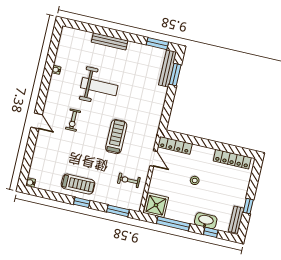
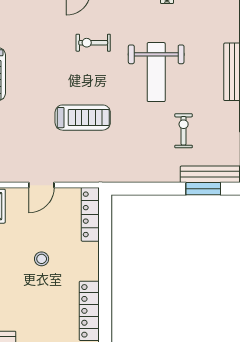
door: (153, 159) -> (41, 185), moved
exercise bike: (129, 180) -> (184, 131), moved

